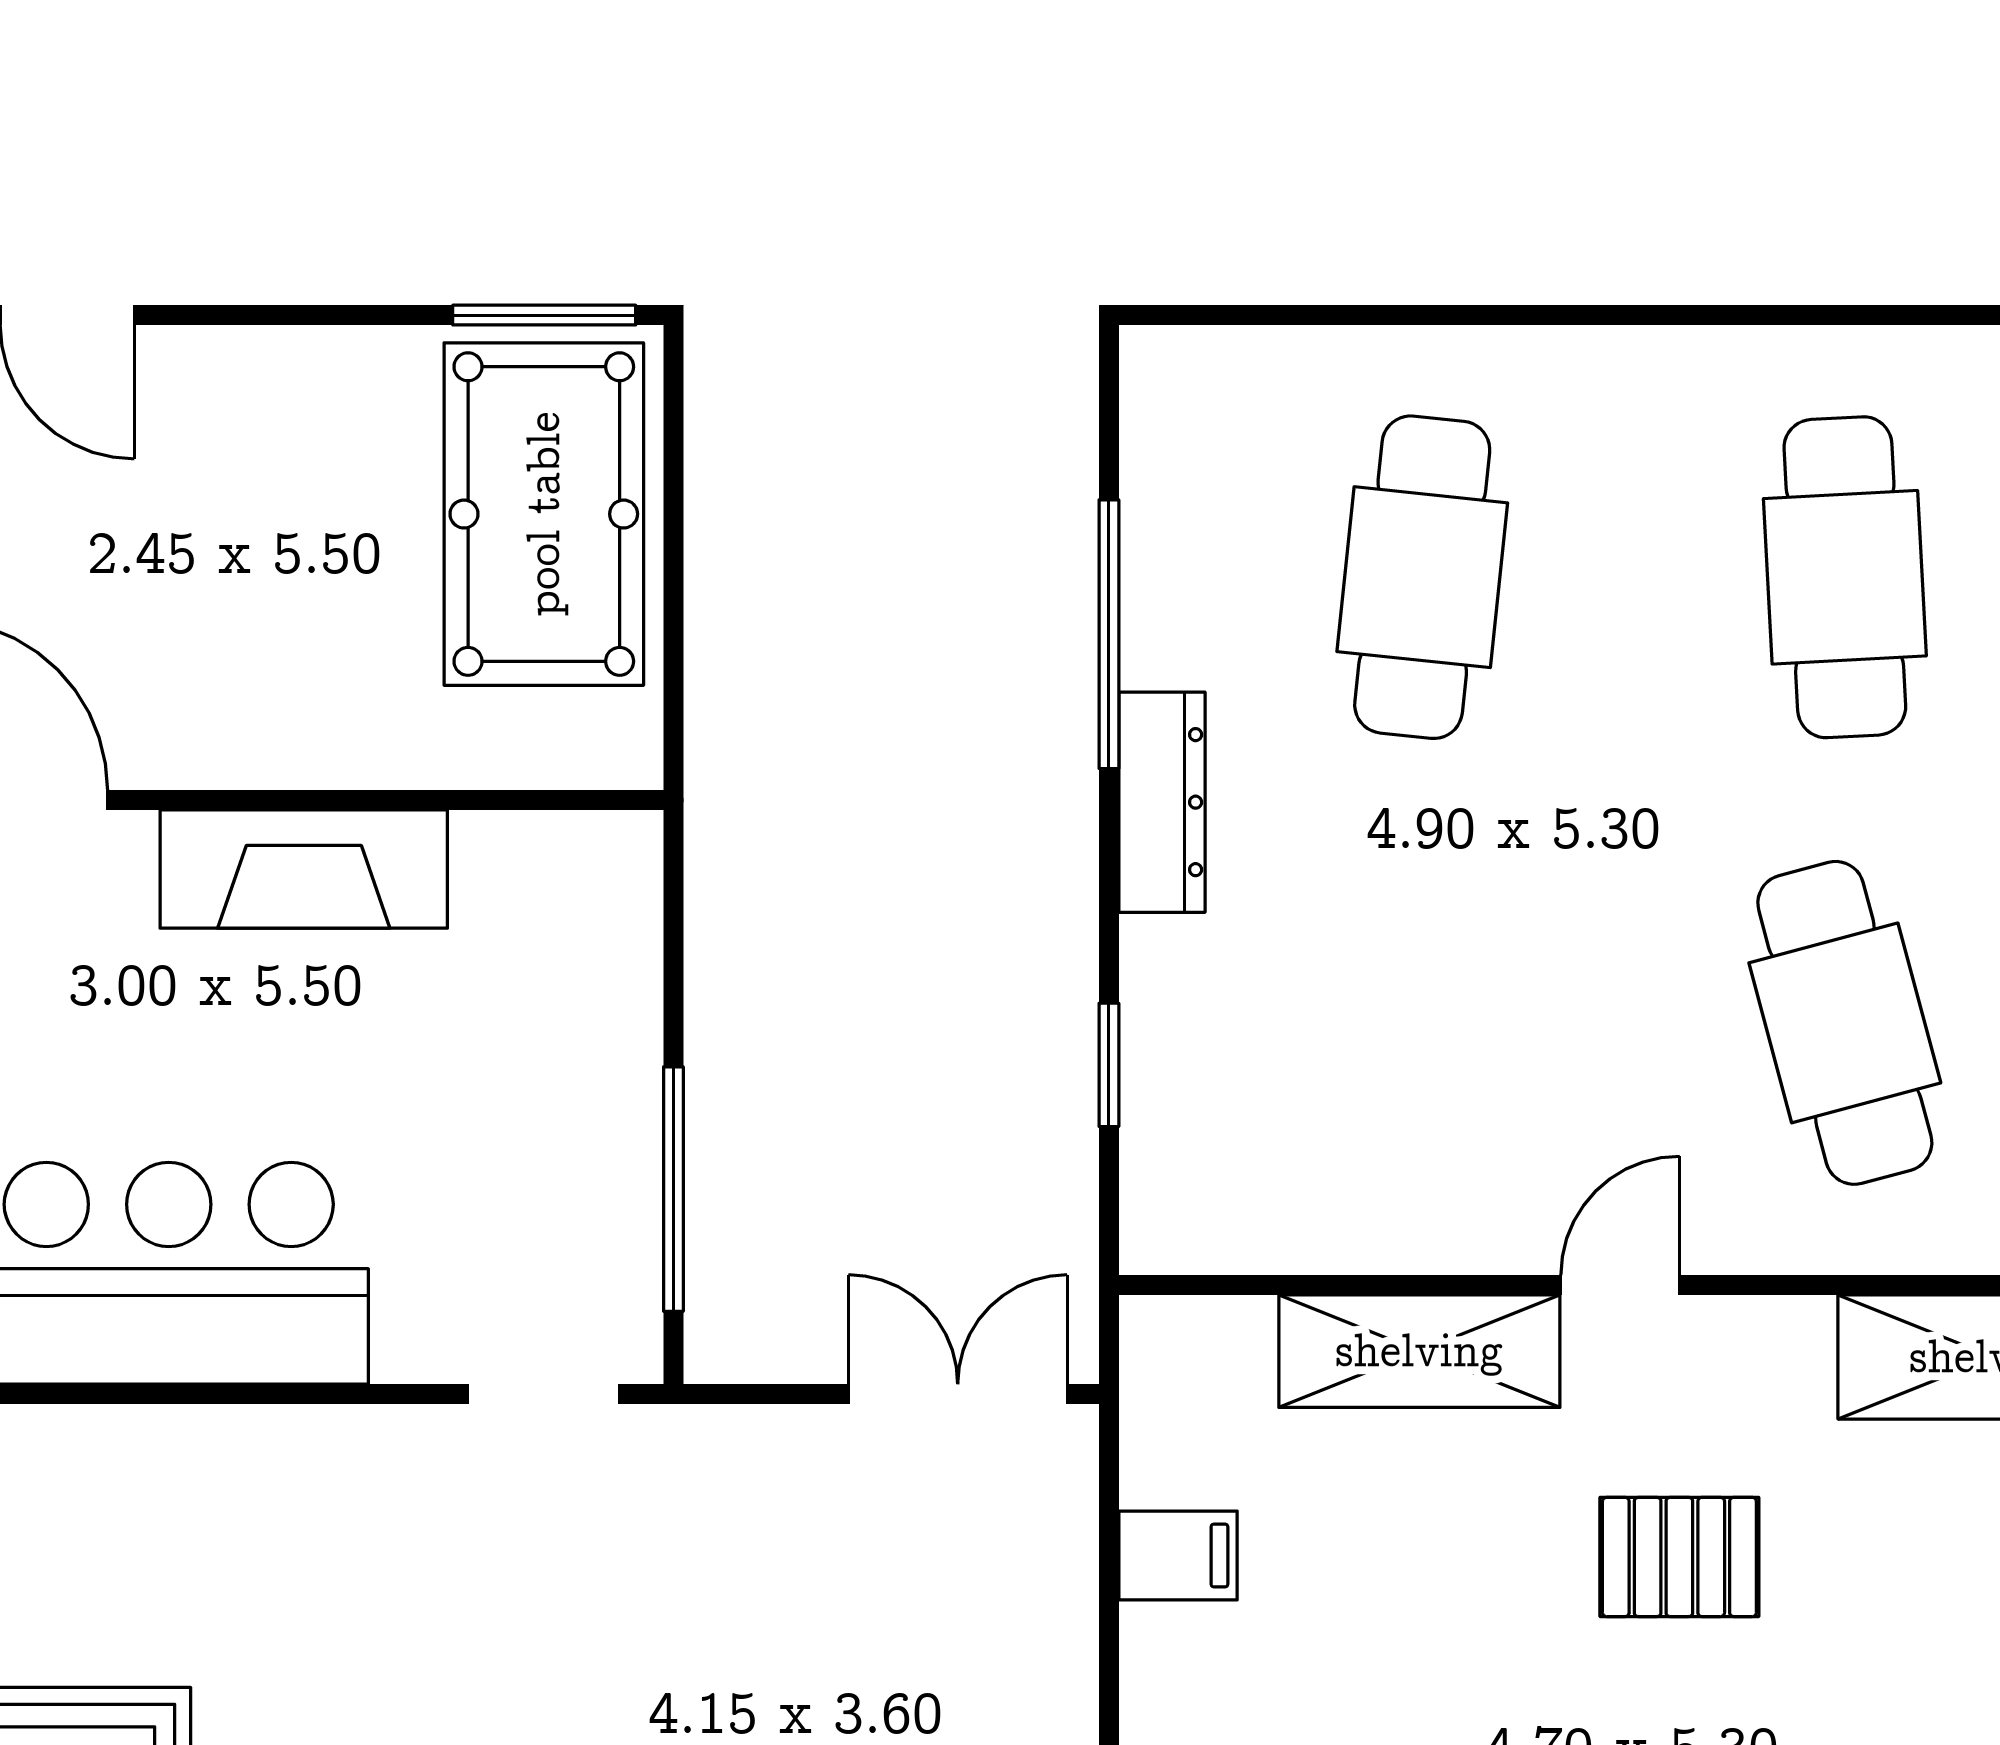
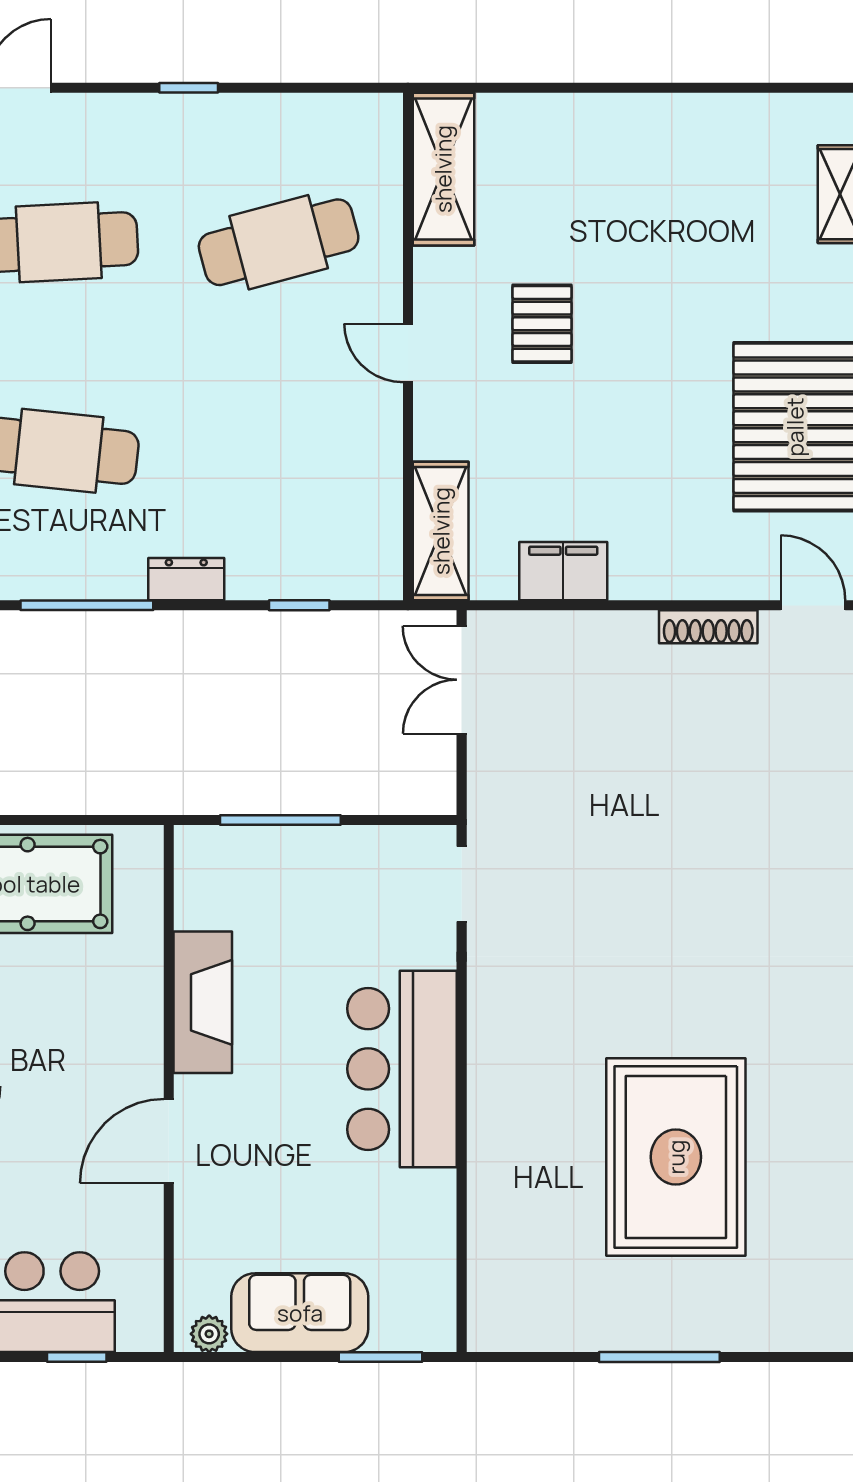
dresser: (1162, 802) -> (186, 579), width x0.70
window: (673, 1189) -> (280, 820), moved
shelving: (1419, 1351) -> (441, 531), moved
filing cabinet: (1178, 1555) -> (563, 571), width x2.00

